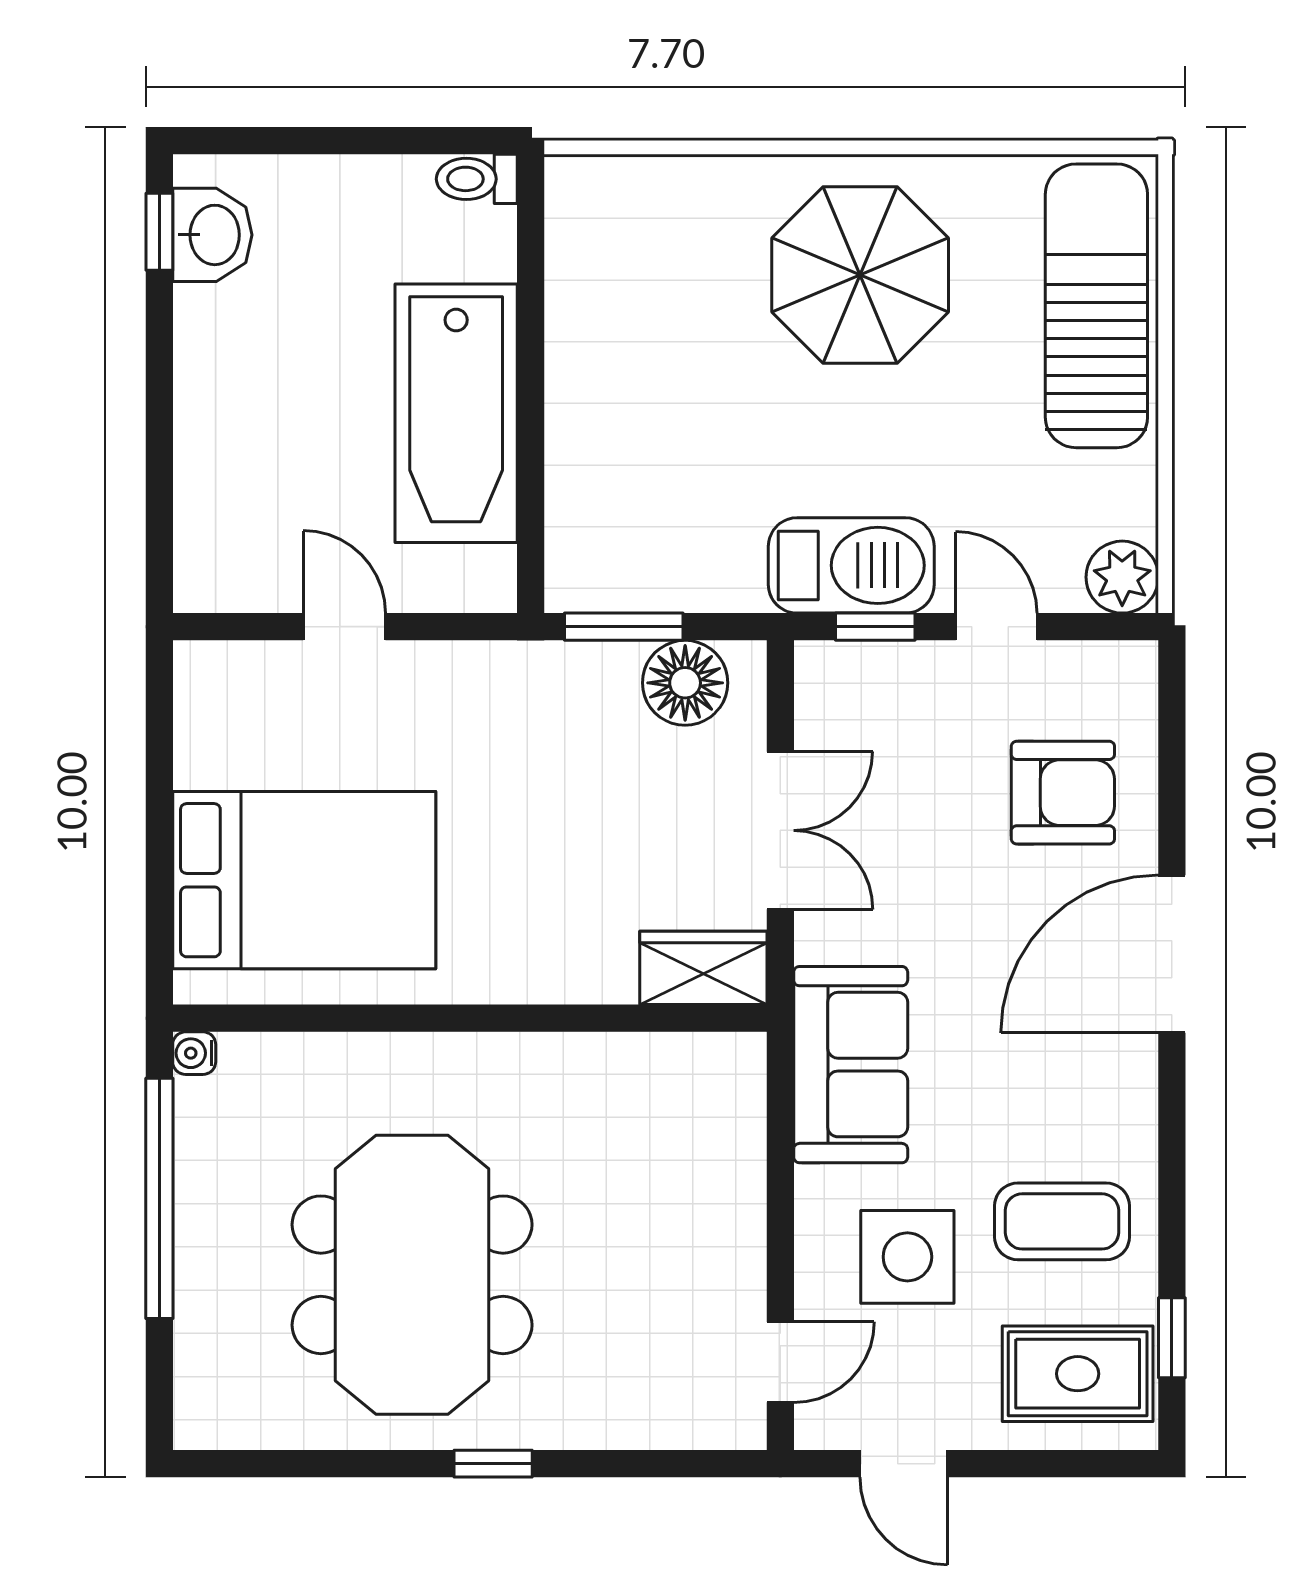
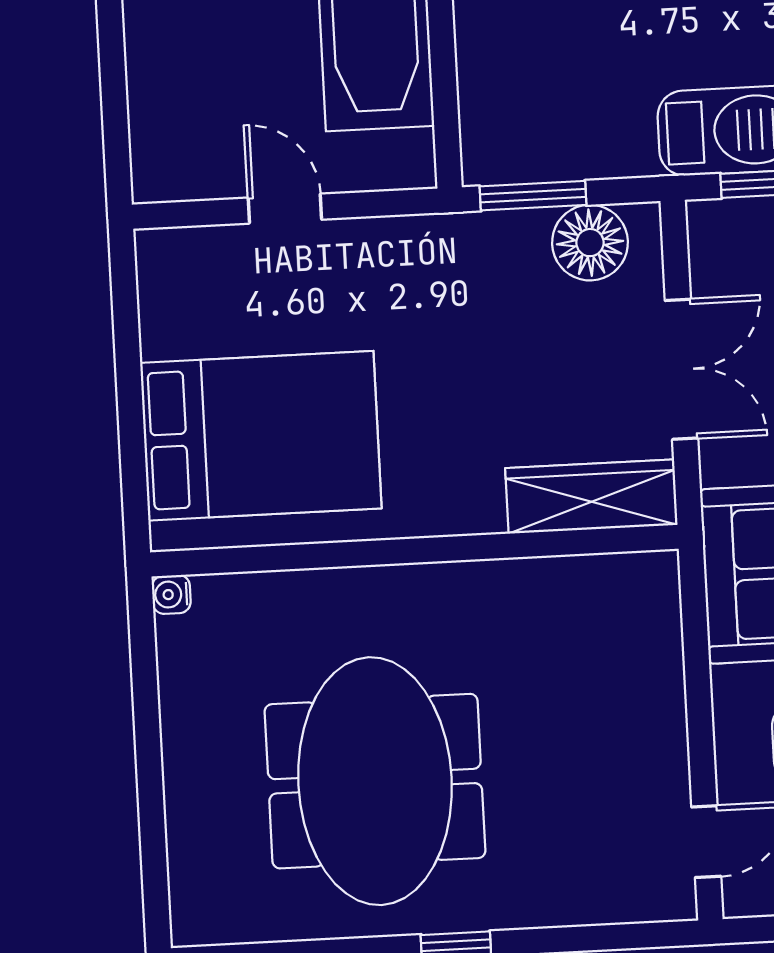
wardrobe: (703, 968) -> (591, 497), width x1.50
window: (159, 1198) -> (147, 725), removed

